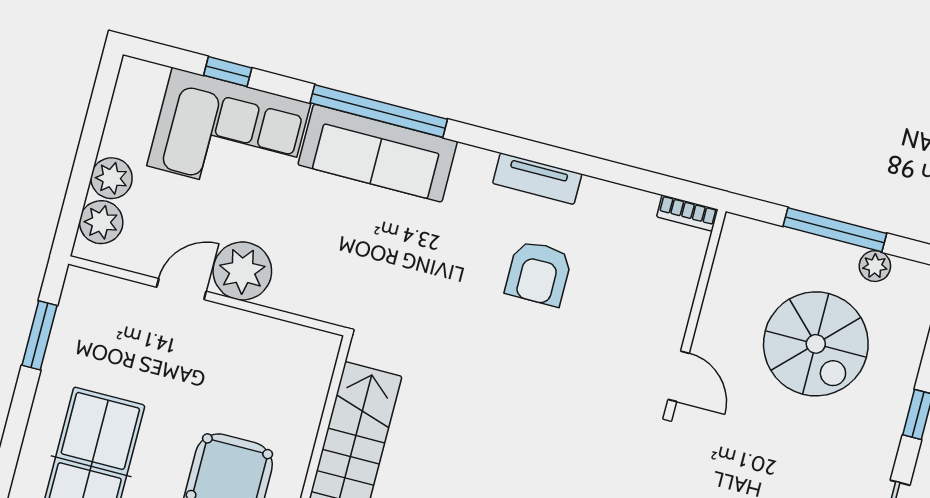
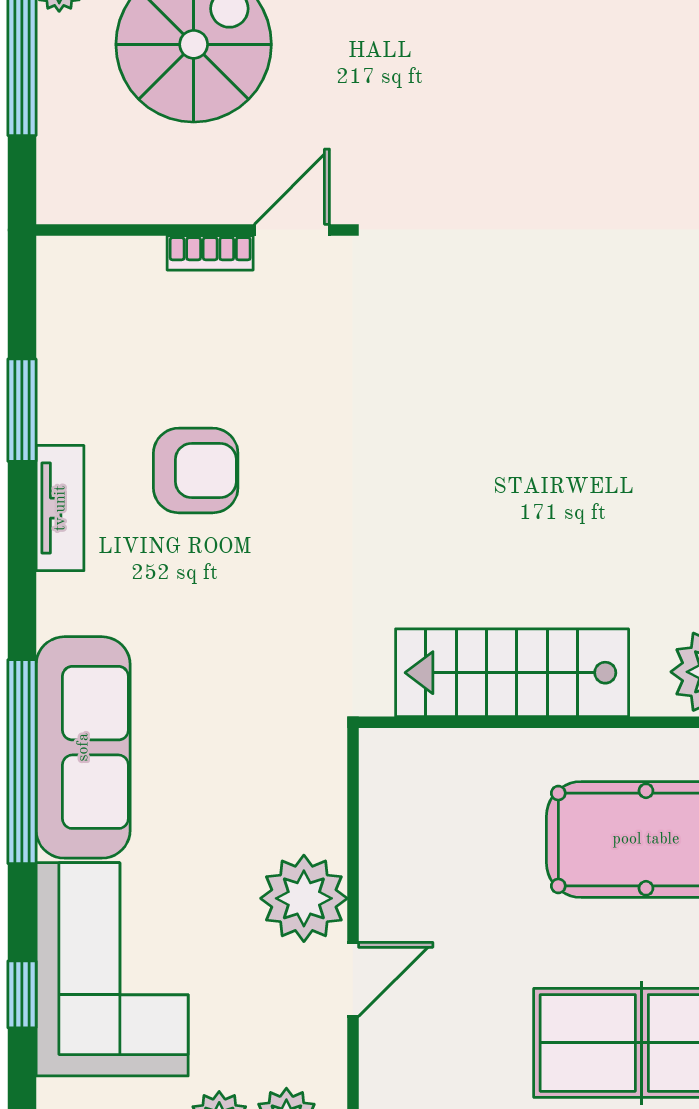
window: (607, 170) -> (22, 410), added
bookcase: (687, 213) -> (210, 253), moved, turned 90
door: (181, 289) -> (353, 979), swing flipped

